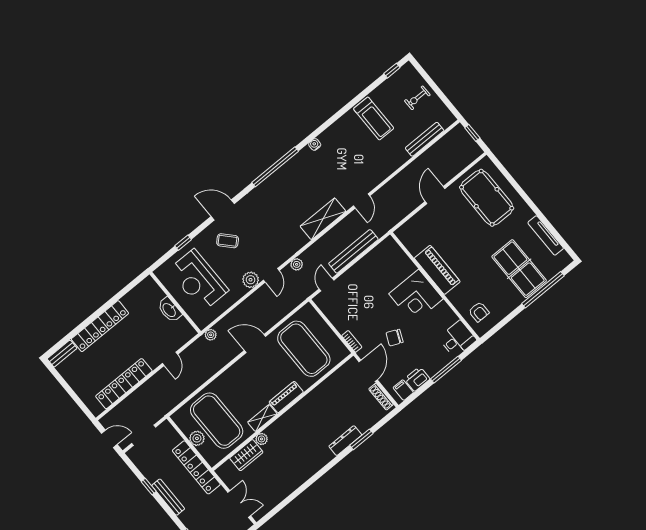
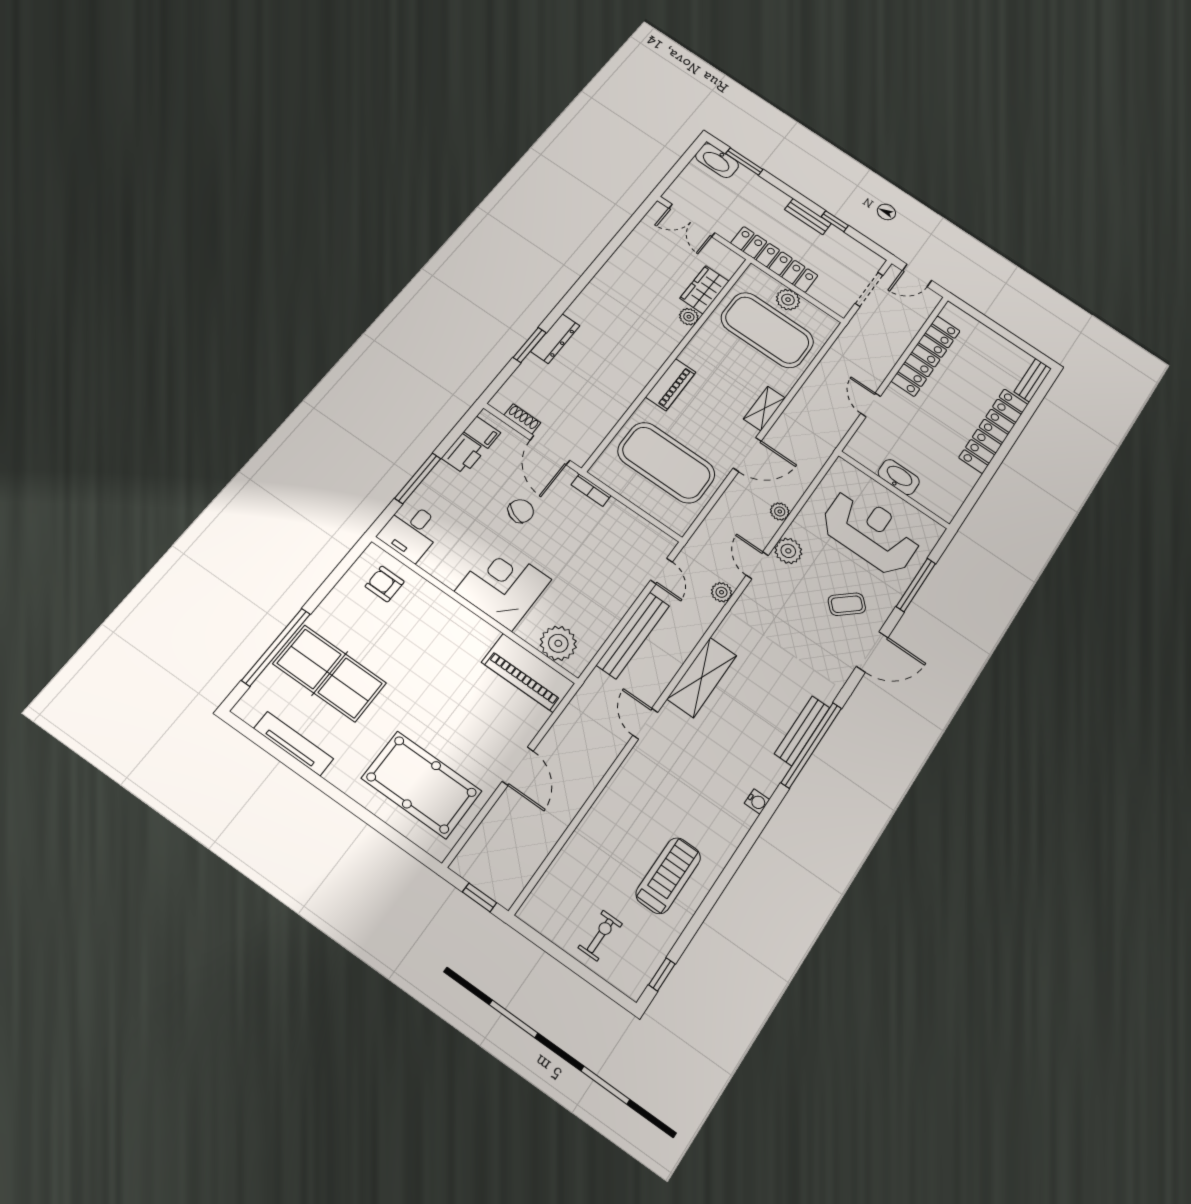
treadmill: (374, 118) -> (668, 876), turned 90
bench: (425, 139) -> (802, 731), moved
window: (183, 243) -> (916, 585), width x2.17
plant: (395, 256) -> (558, 643), added
piano: (437, 270) -> (528, 673), moved
plant: (211, 335) -> (780, 511), moved
shoe rack: (381, 397) -> (522, 419), width x0.70
shelving: (262, 418) -> (764, 409), moved
bench: (168, 497) -> (808, 217), width x0.73

